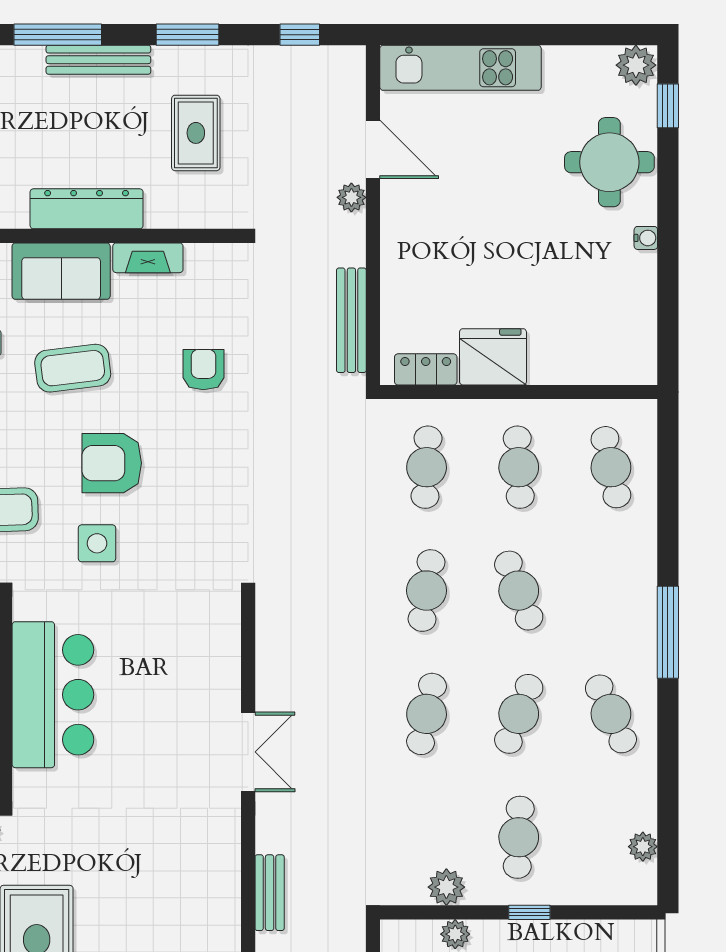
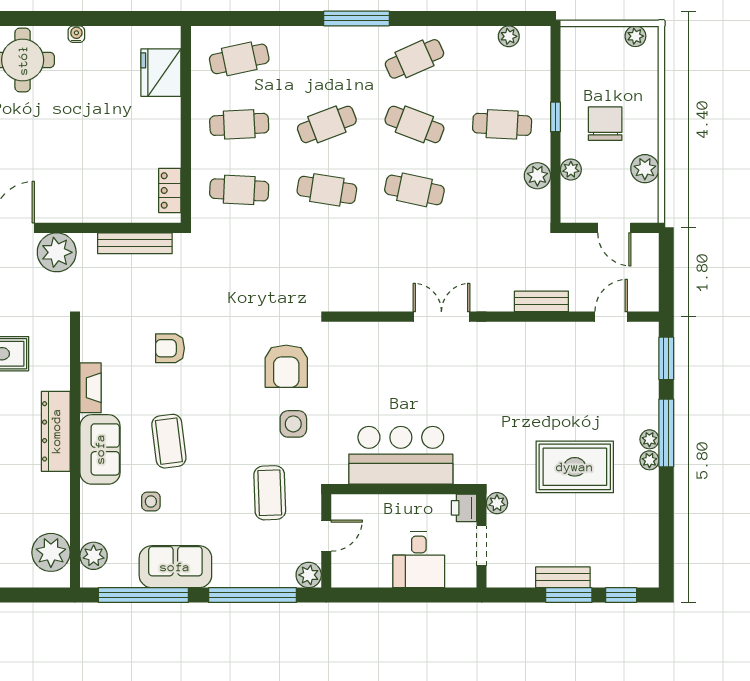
plant: (351, 197) -> (57, 252), width x1.87, depth x1.87
fridge: (493, 357) -> (161, 73), moved
armchair: (112, 463) -> (286, 366), moved

